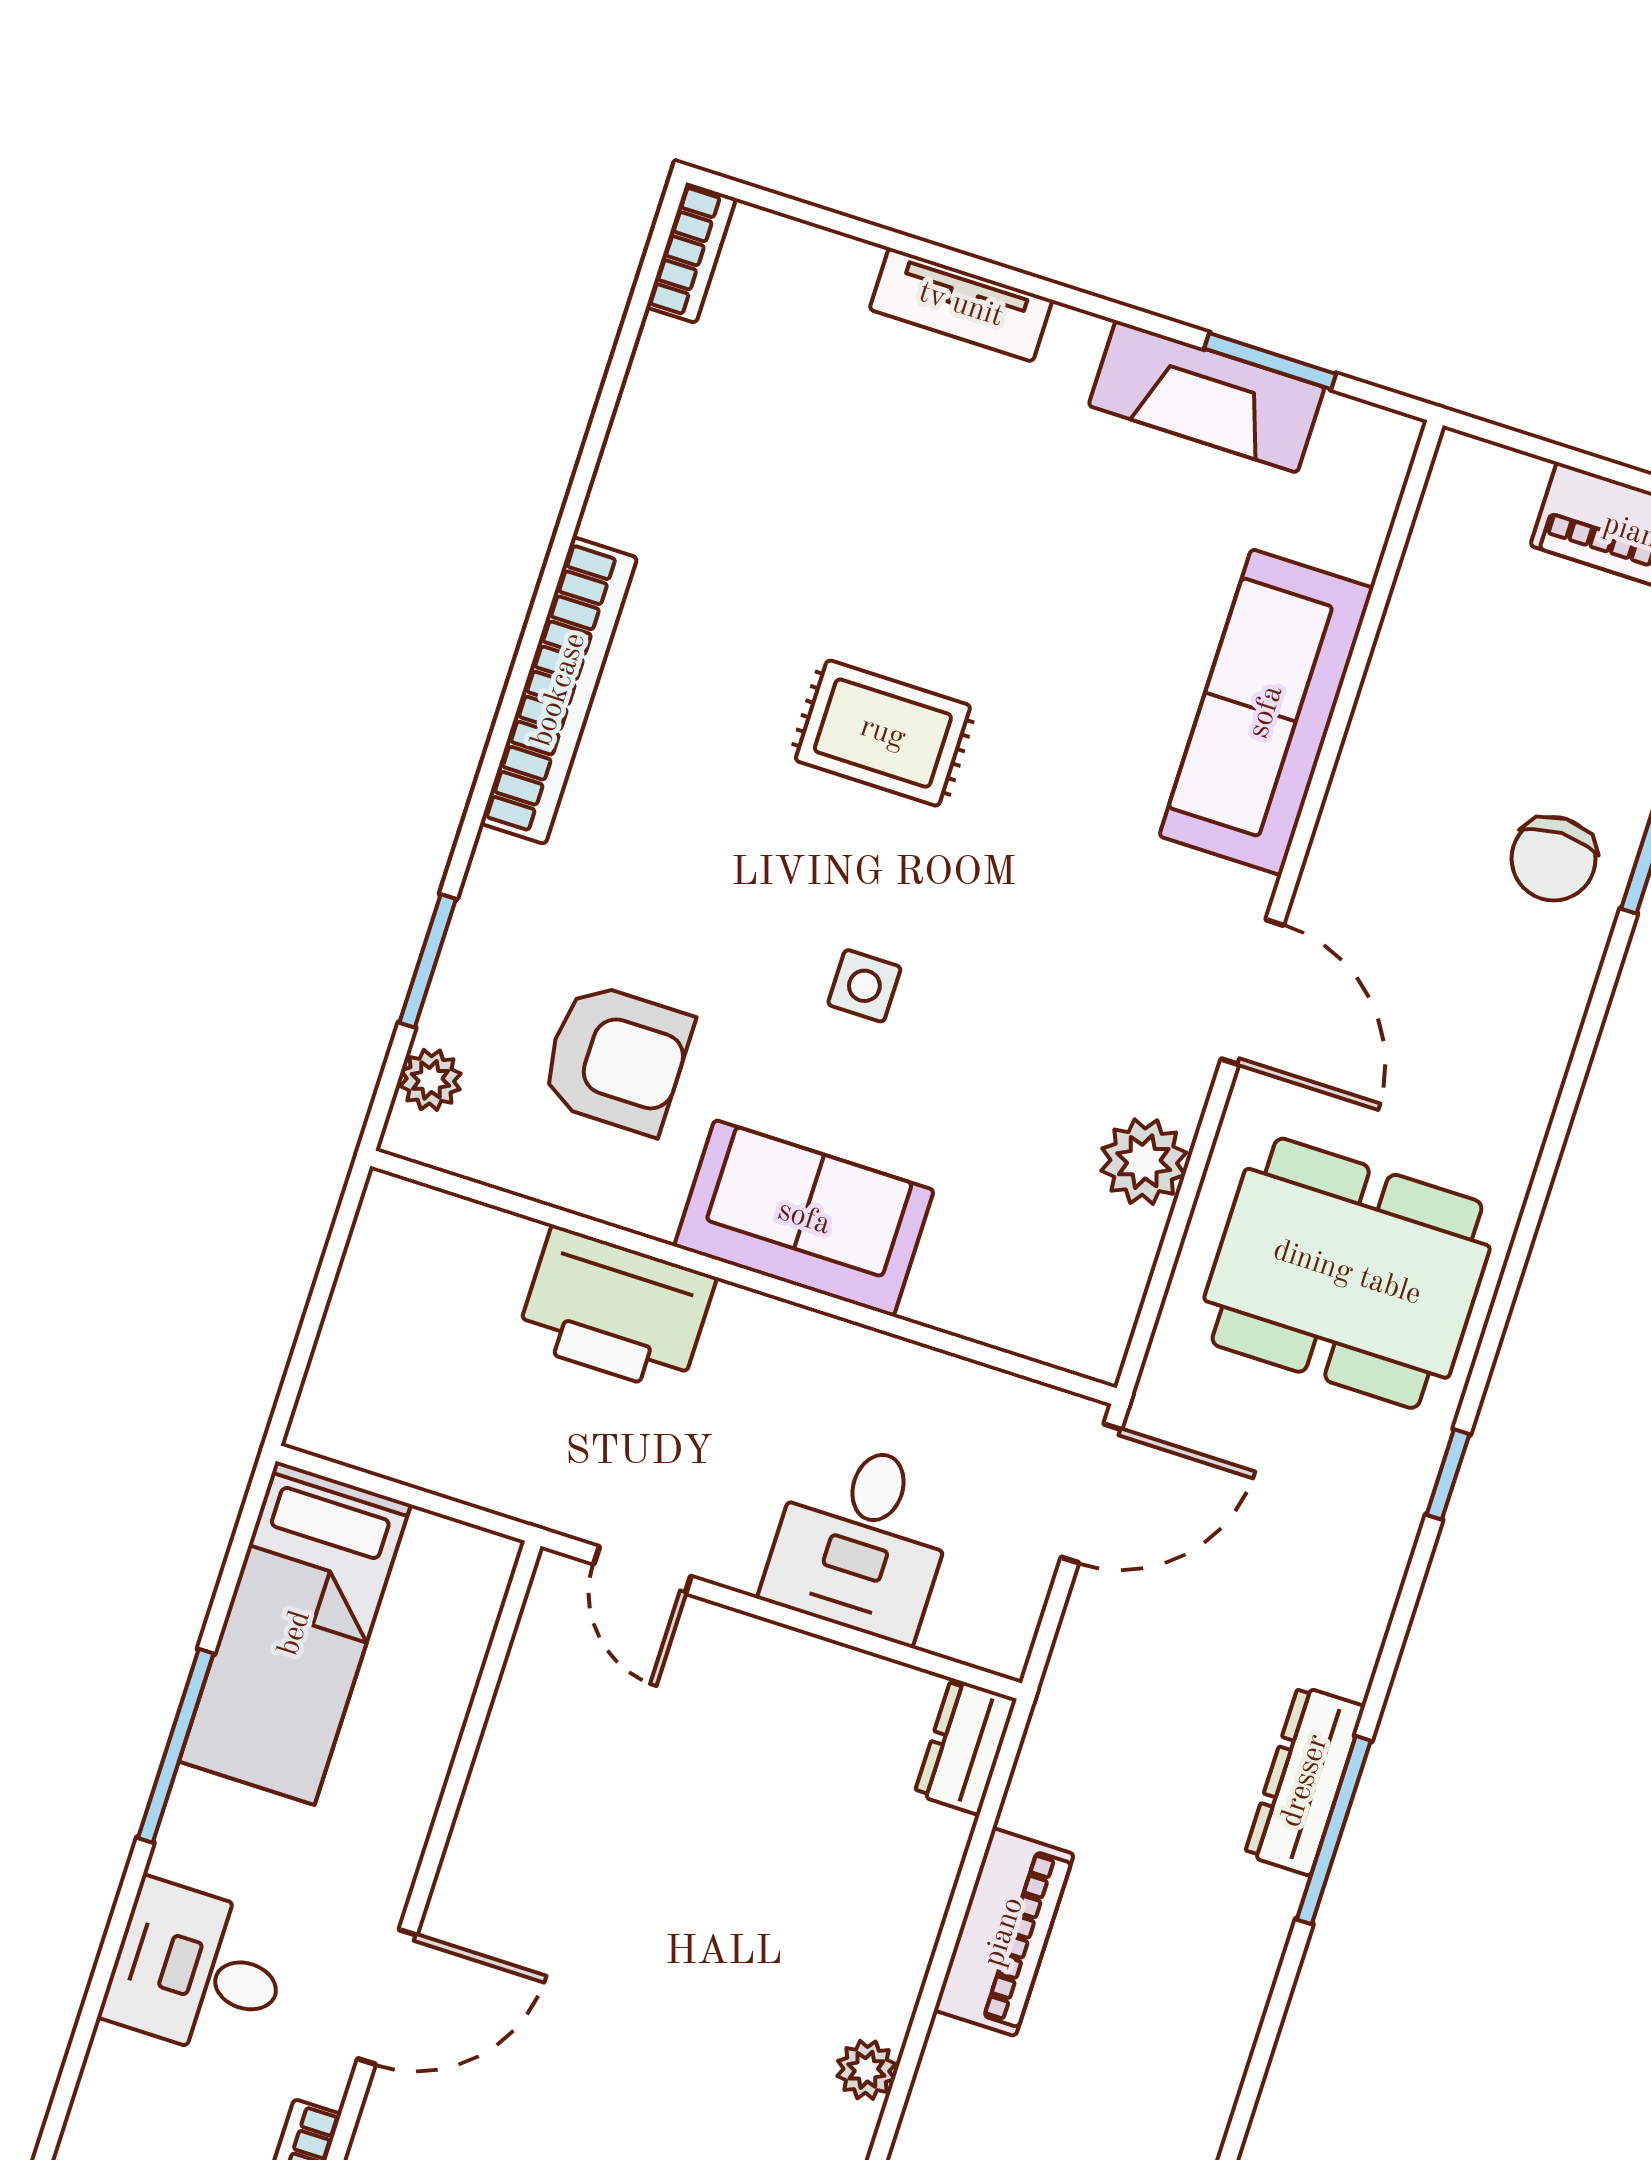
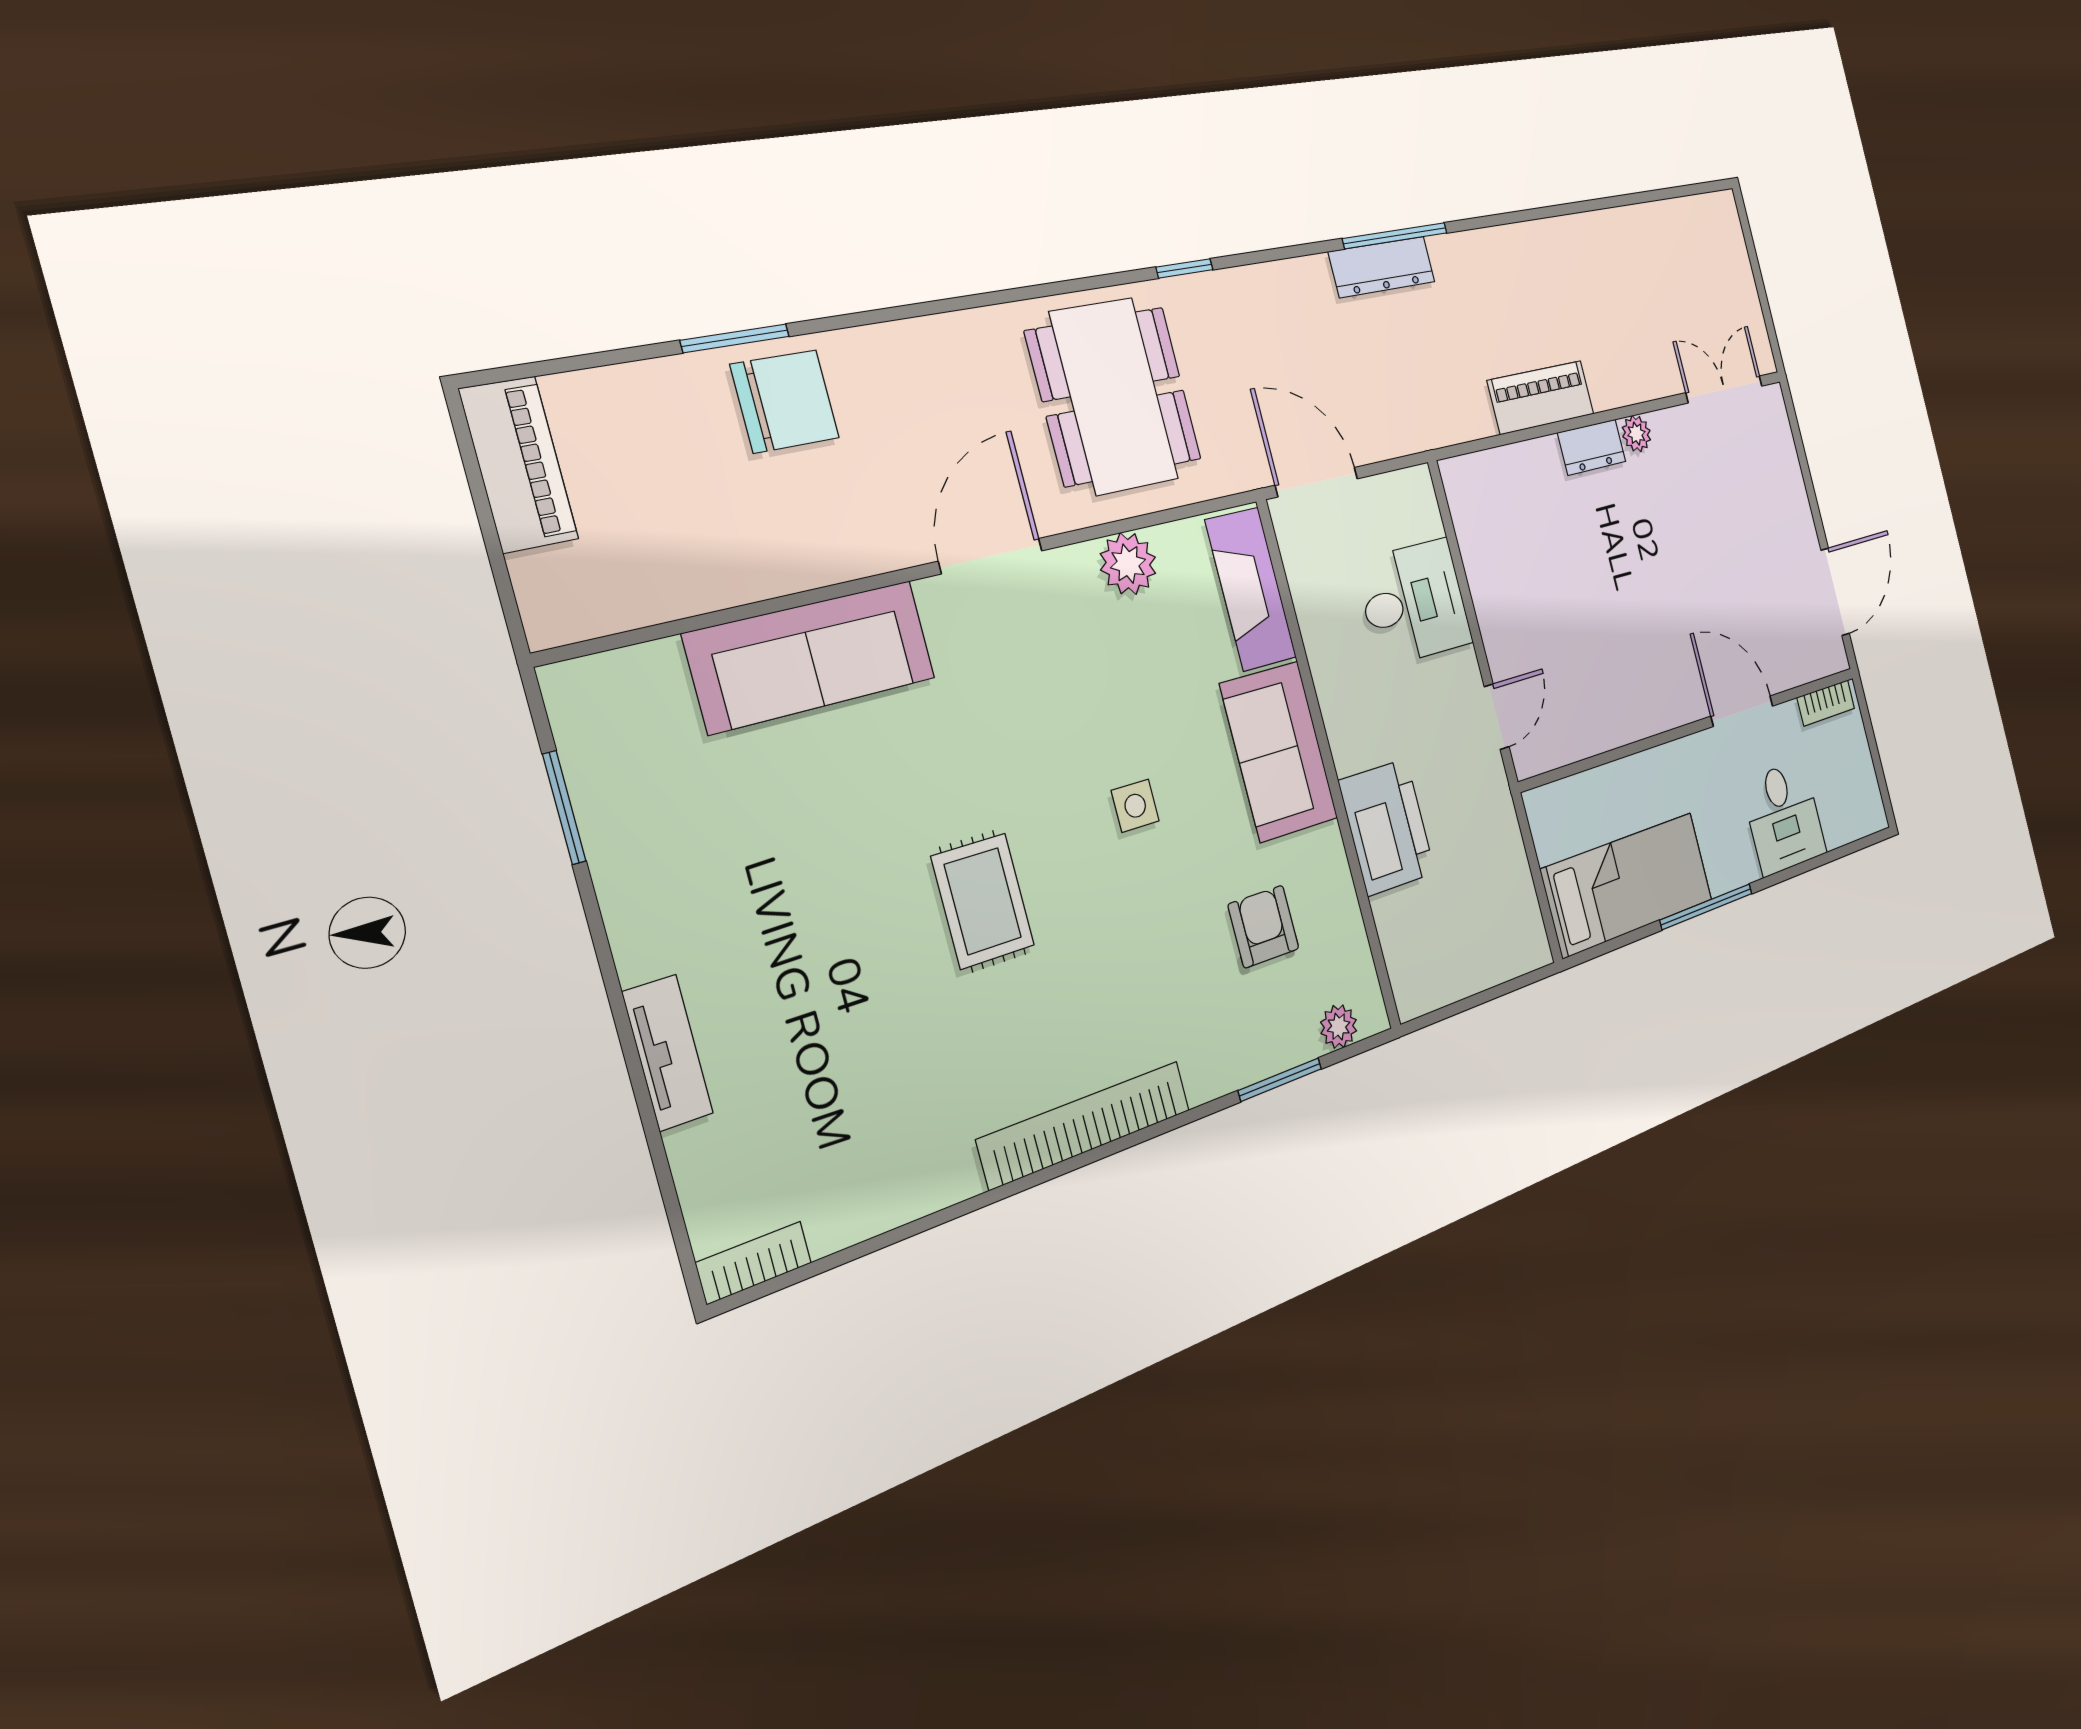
fireplace: (1207, 397) -> (1251, 589), moved, turned 180
chair: (1554, 859) -> (785, 401), width x1.37, depth x1.37
armchair: (616, 1058) -> (1263, 927), width x0.72, depth x0.72
dresser: (965, 1747) -> (1592, 447), moved

